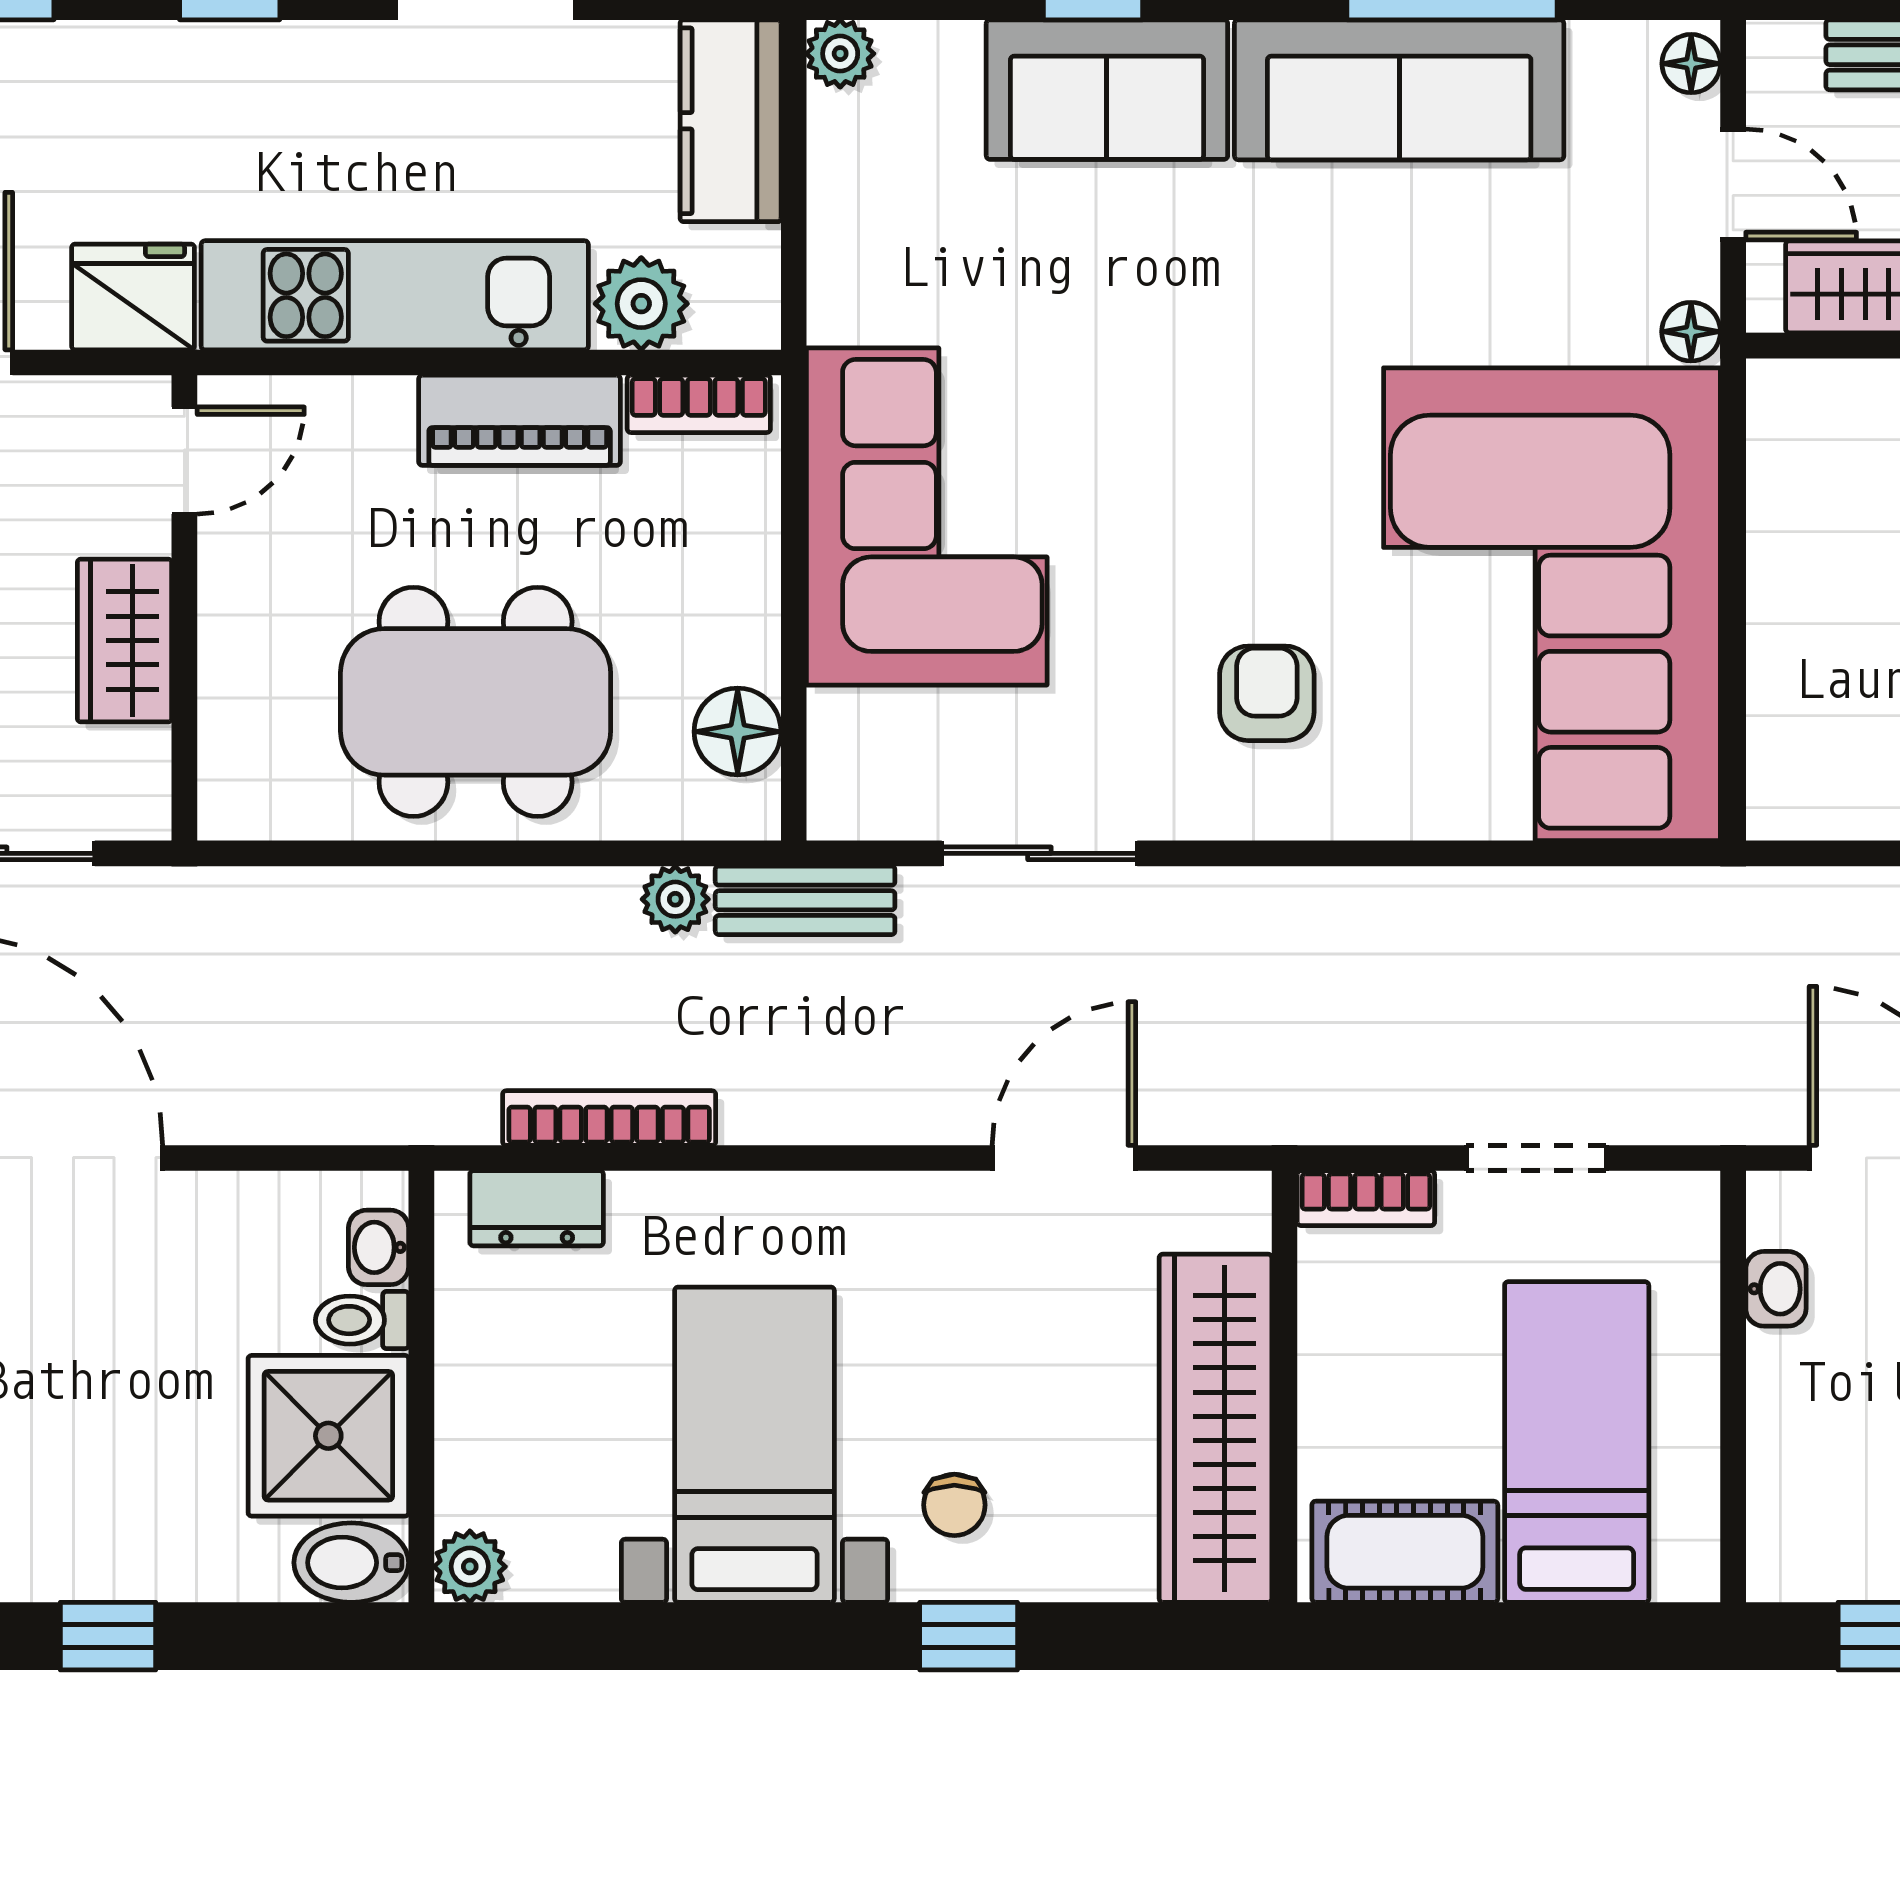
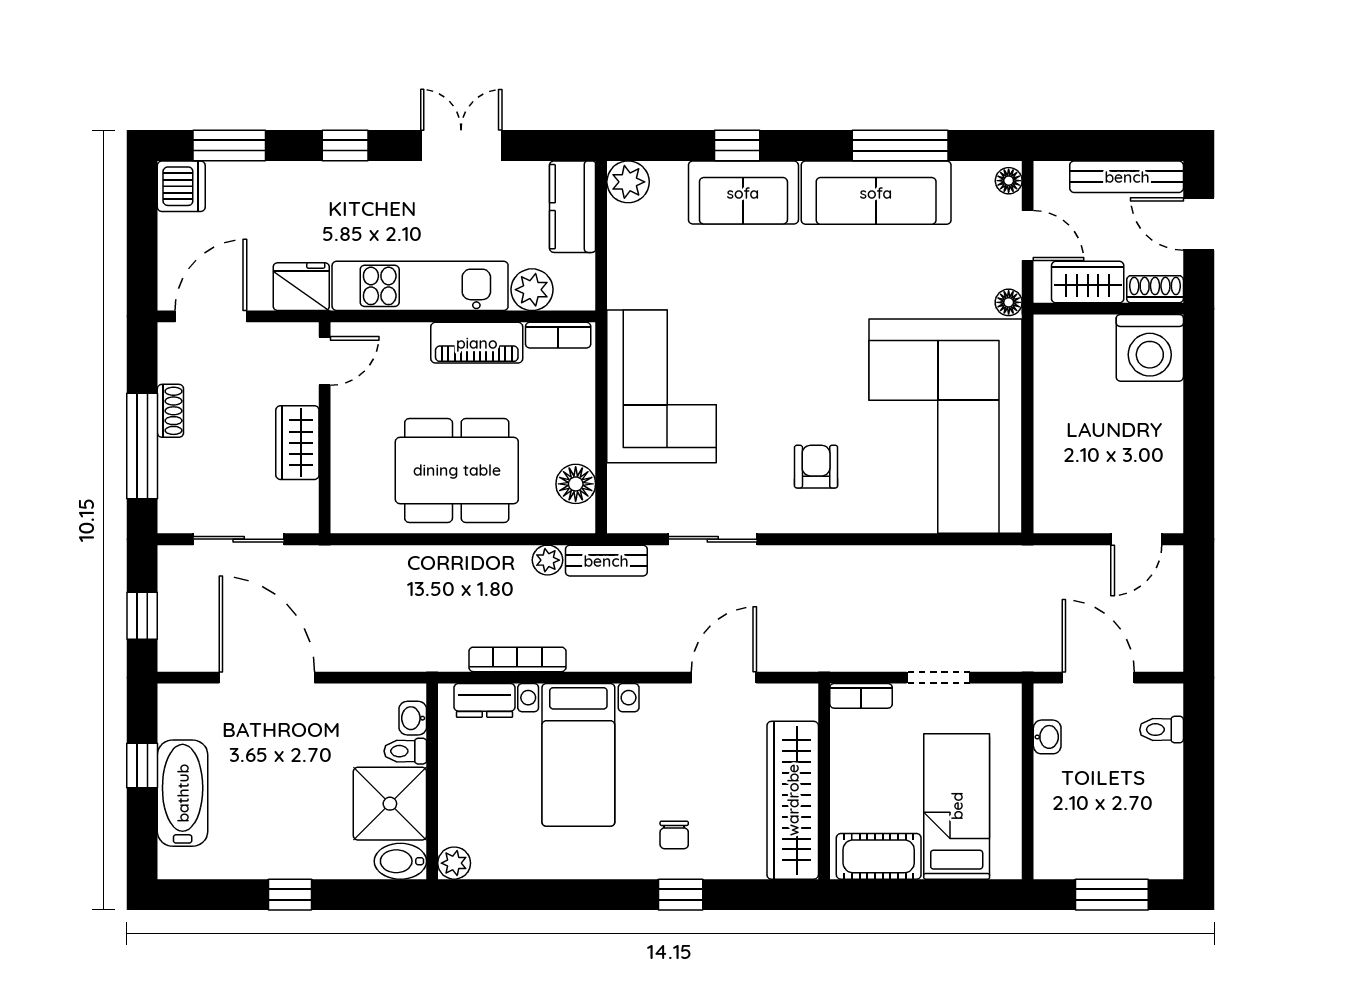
plant: (840, 54) -> (628, 182), width x1.38, depth x1.38
bed with nightstands: (754, 1445) -> (578, 755), moved, turned 180

